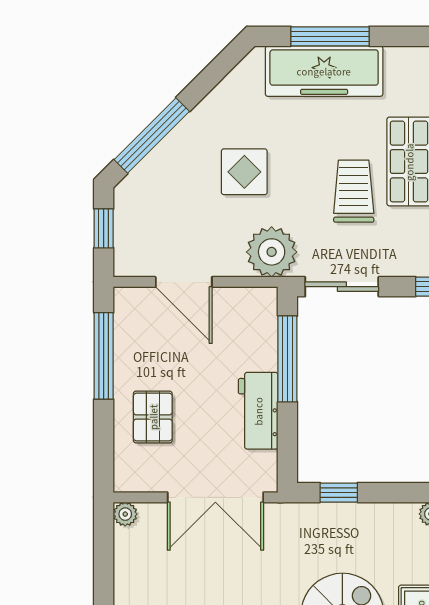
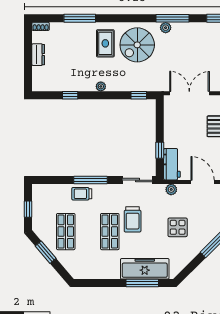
plant: (272, 252) -> (171, 189), width x0.53, depth x0.53
window: (287, 359) -> (160, 150), width x0.46
workbench: (258, 411) -> (172, 164), moved

